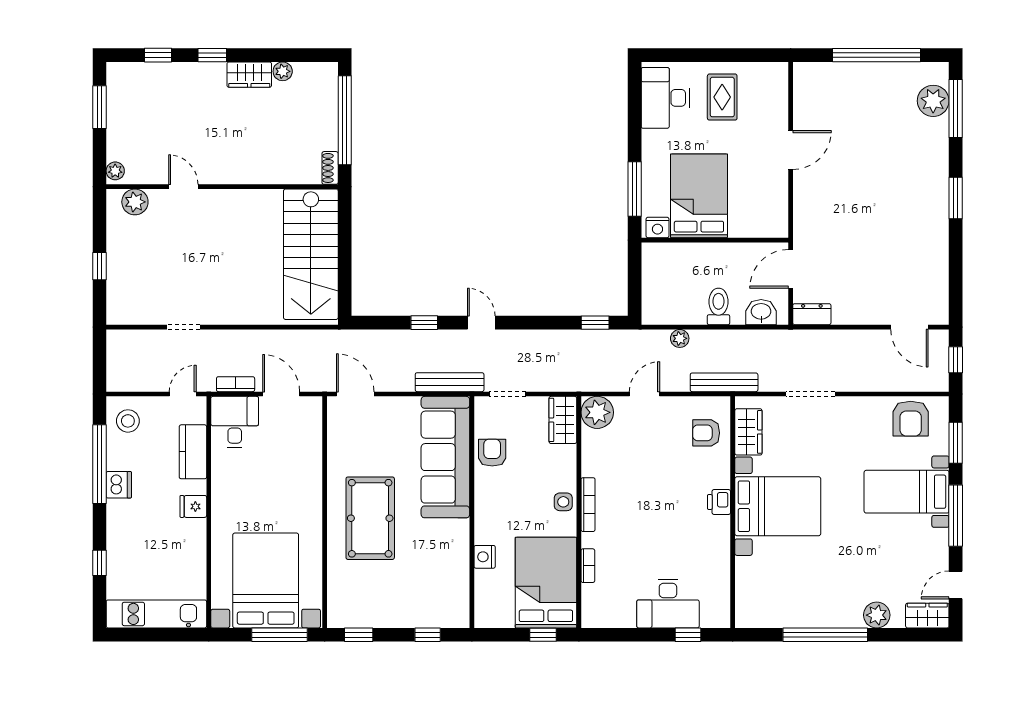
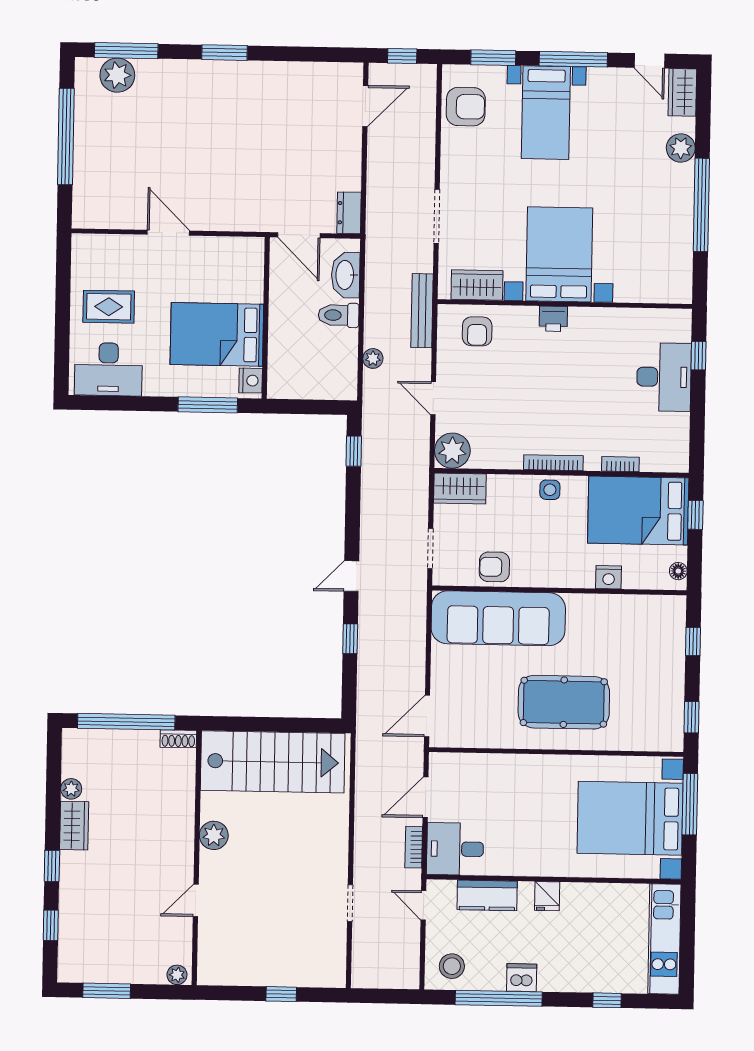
plant: (135, 202) -> (214, 835), moved
washbasin: (761, 312) -> (346, 275), width x1.38
bench: (450, 382) -> (416, 612), removed
floor lamp: (491, 620) -> (678, 571), added

